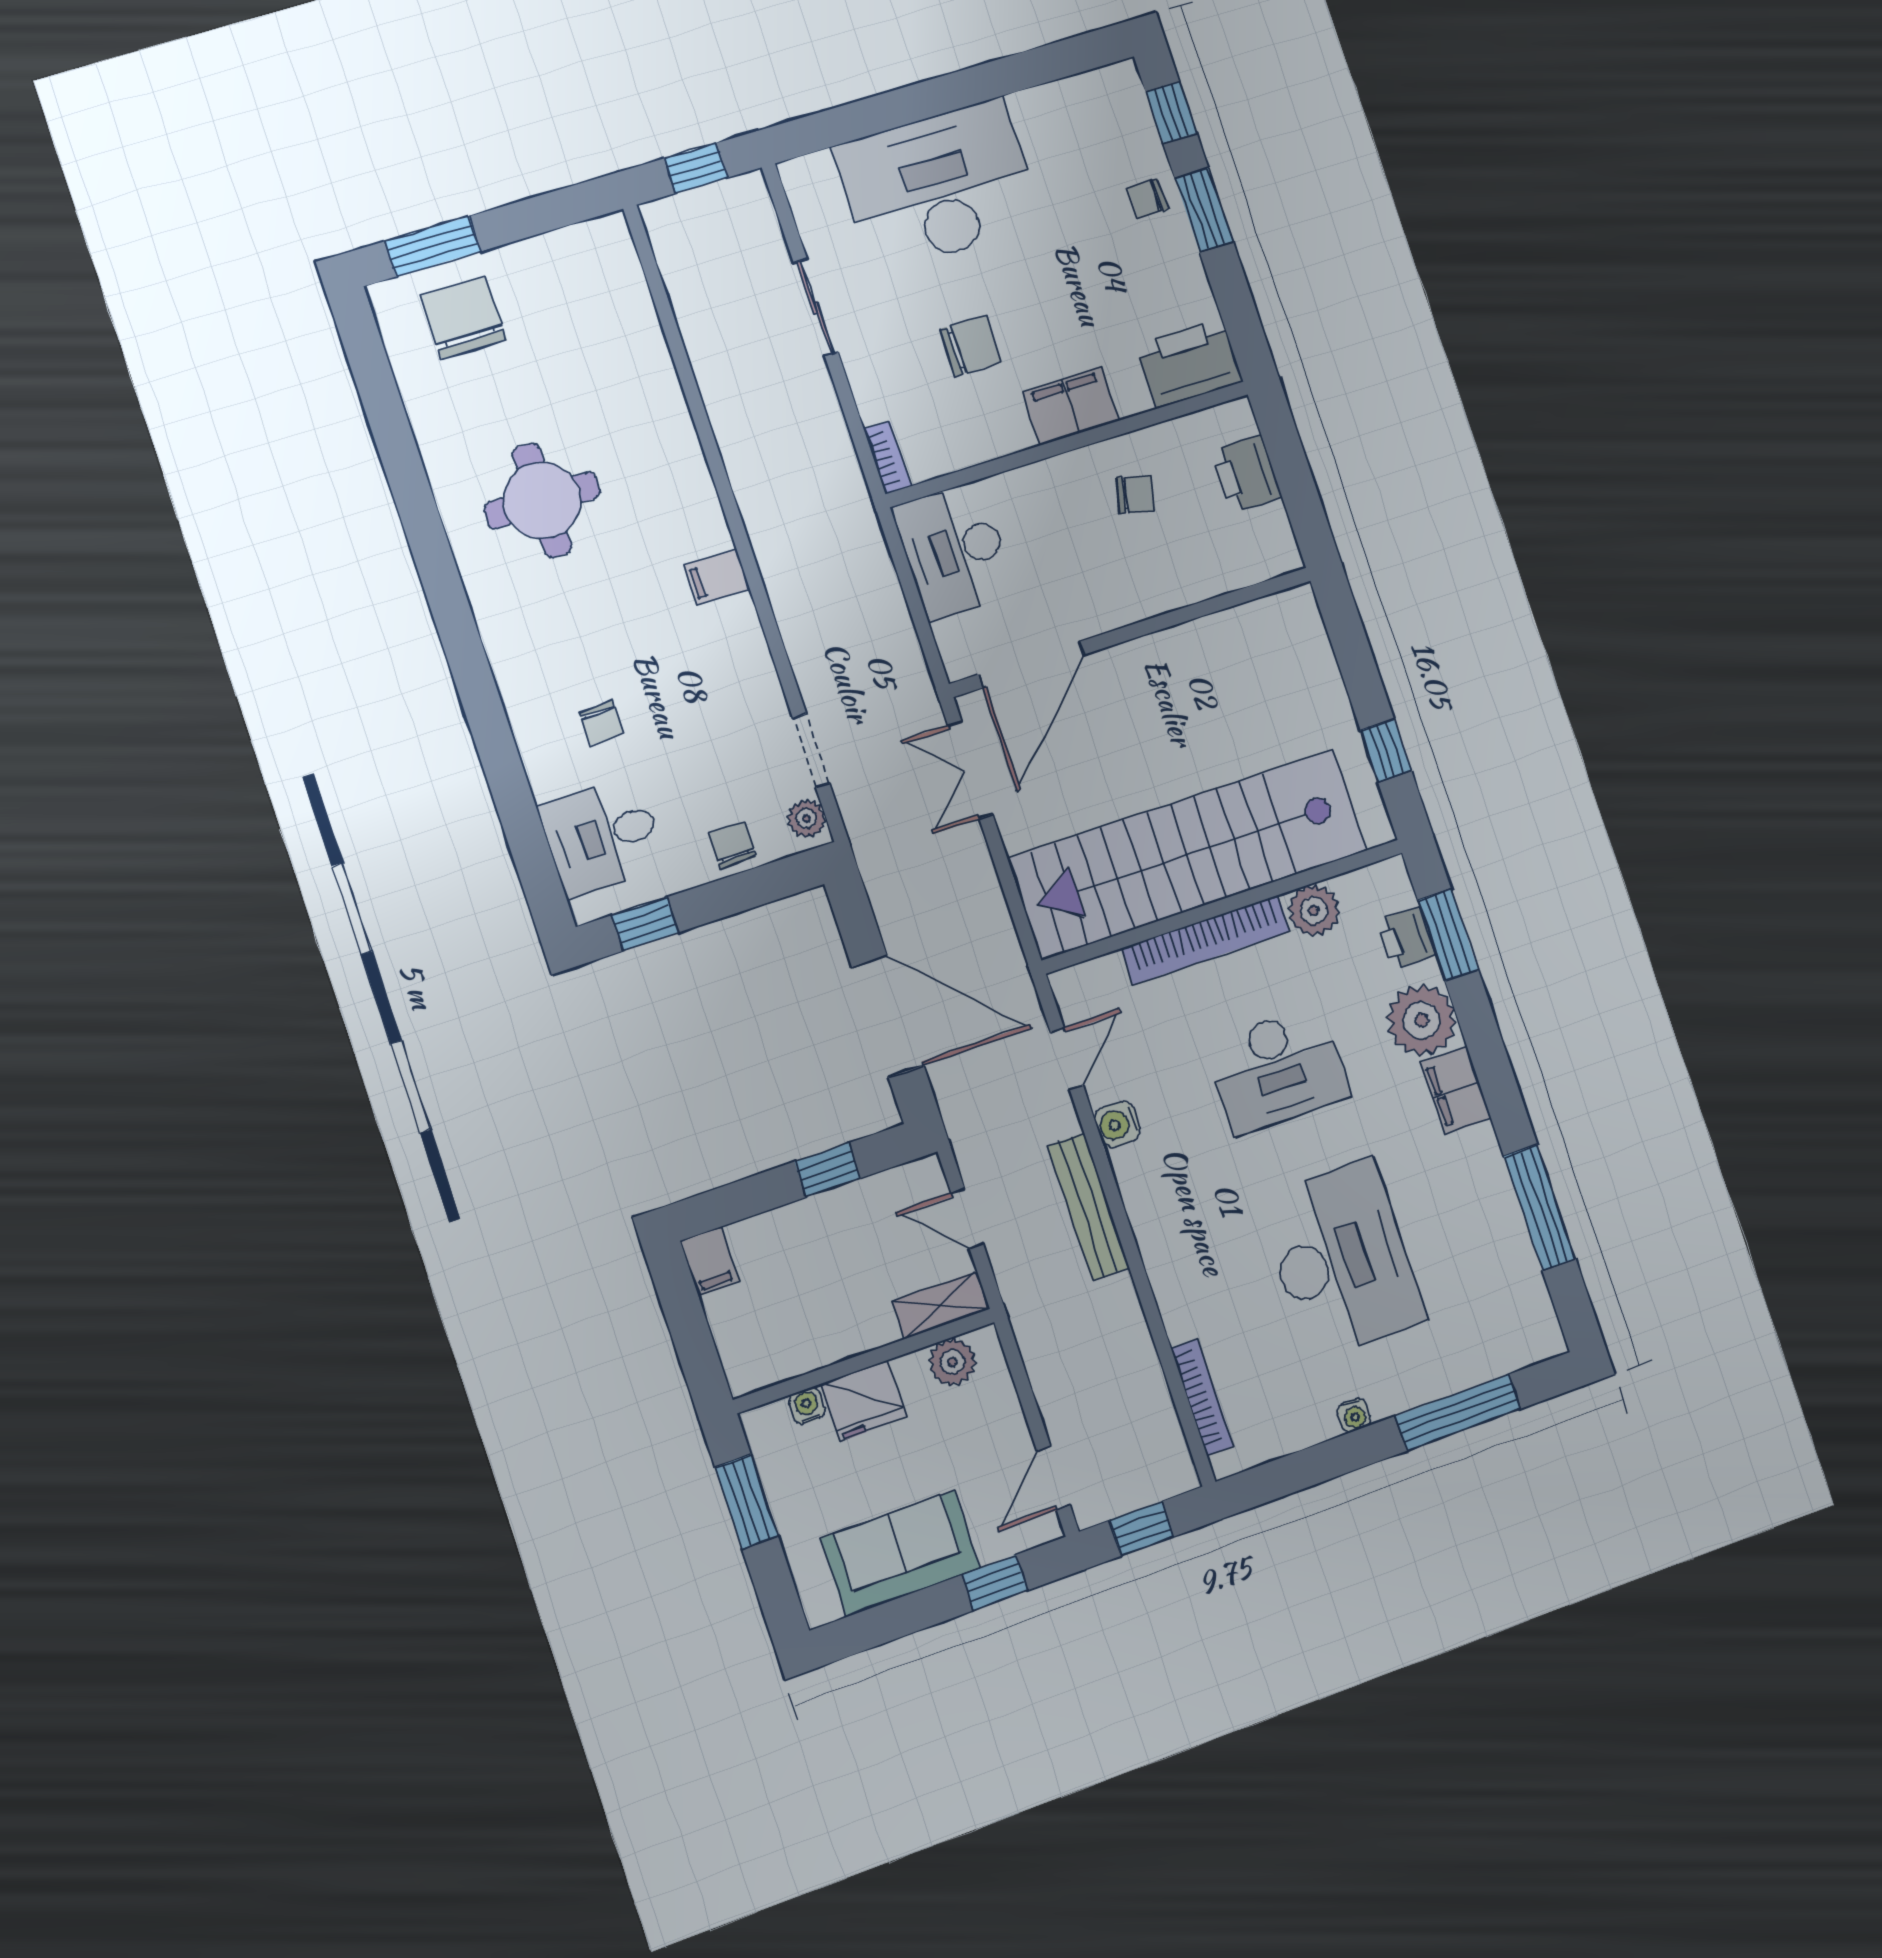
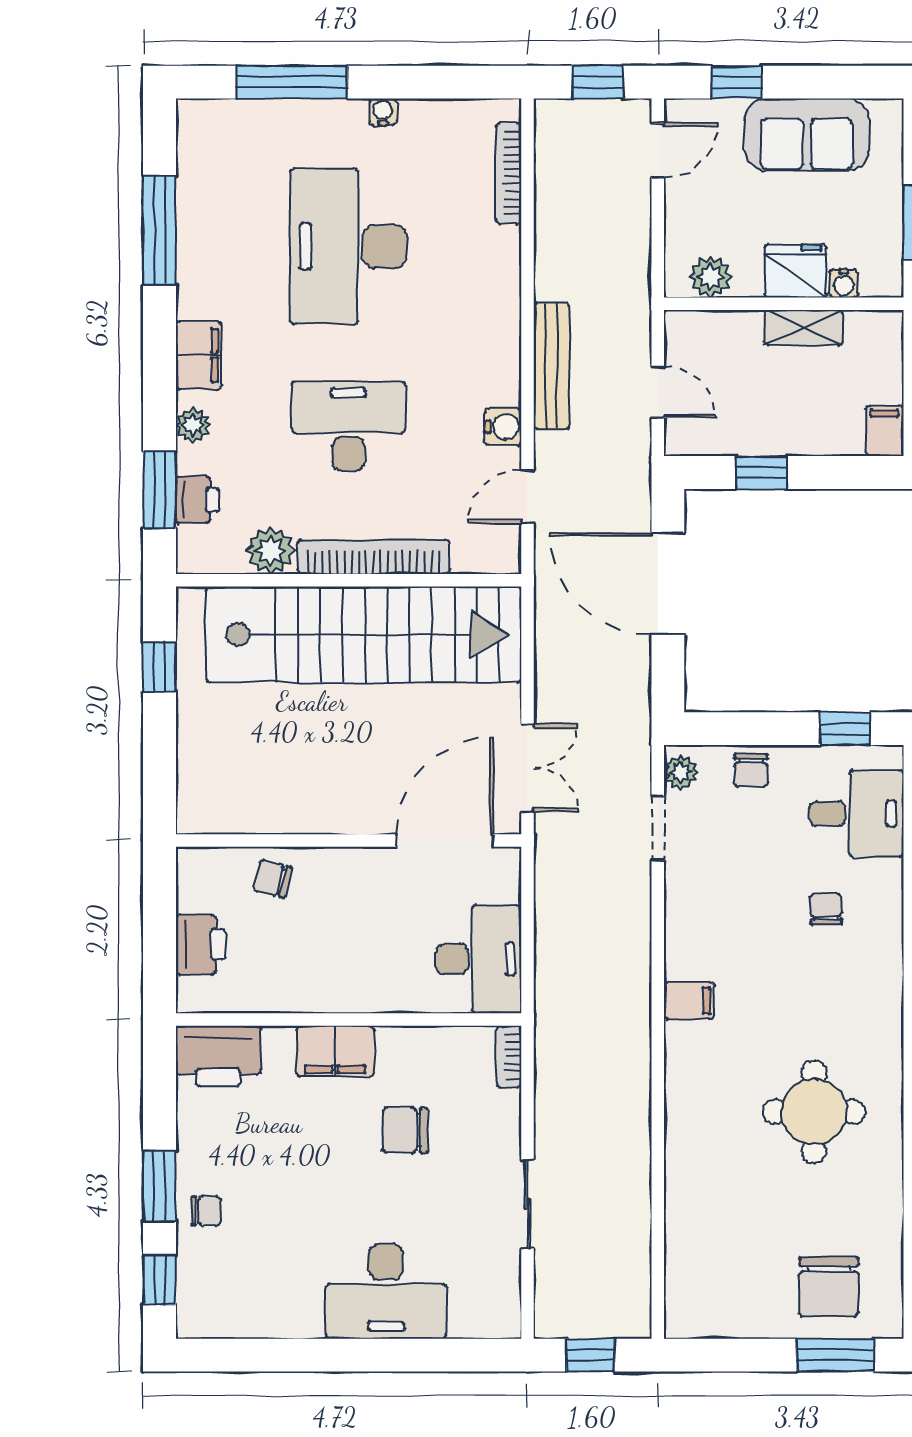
desk: (939, 186) -> (386, 1291), width x0.73, depth x0.77
chair: (1136, 495) -> (272, 879), moved
plant: (1422, 1020) -> (193, 425), width x0.53, depth x0.53
shelving: (940, 1305) -> (804, 327), moved

